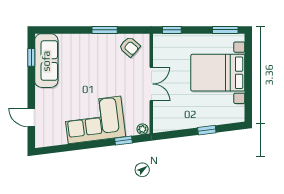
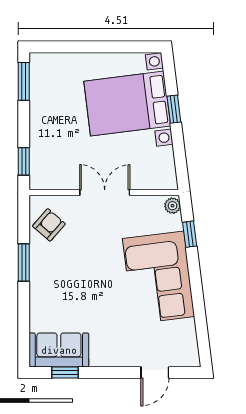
sofa: (46, 61) -> (59, 350), width x0.73
bed with nightstands: (218, 73) -> (127, 104), moved, turned 83

